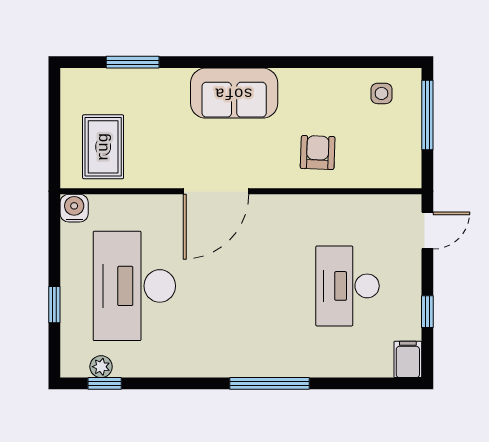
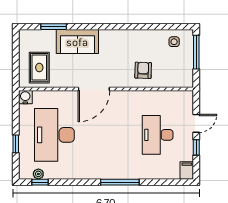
sofa: (234, 93) -> (77, 42), moved
door: (427, 231) -> (196, 123), moved

